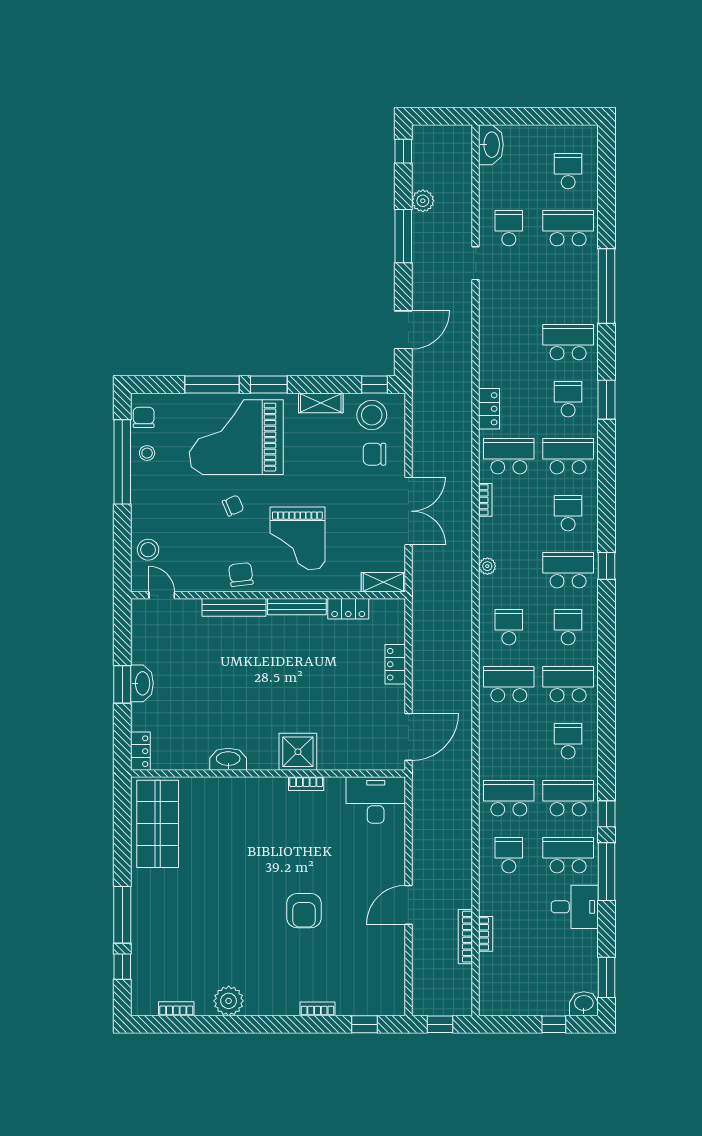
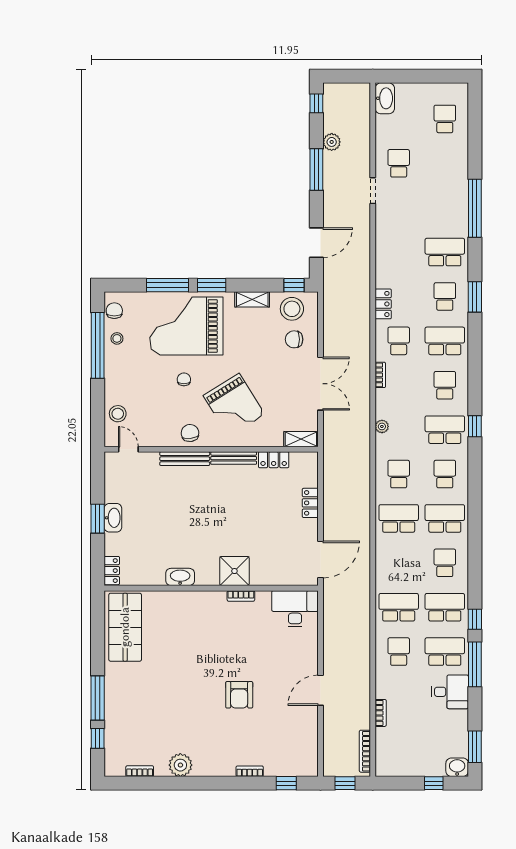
school desk: (568, 228) -> (445, 163), removed
school desk: (509, 456) -> (399, 341), width x0.54
chair: (233, 506) -> (184, 379), turned -67
grand piano: (297, 538) -> (234, 405), turned -32
bookcase: (465, 937) -> (365, 751), moved

